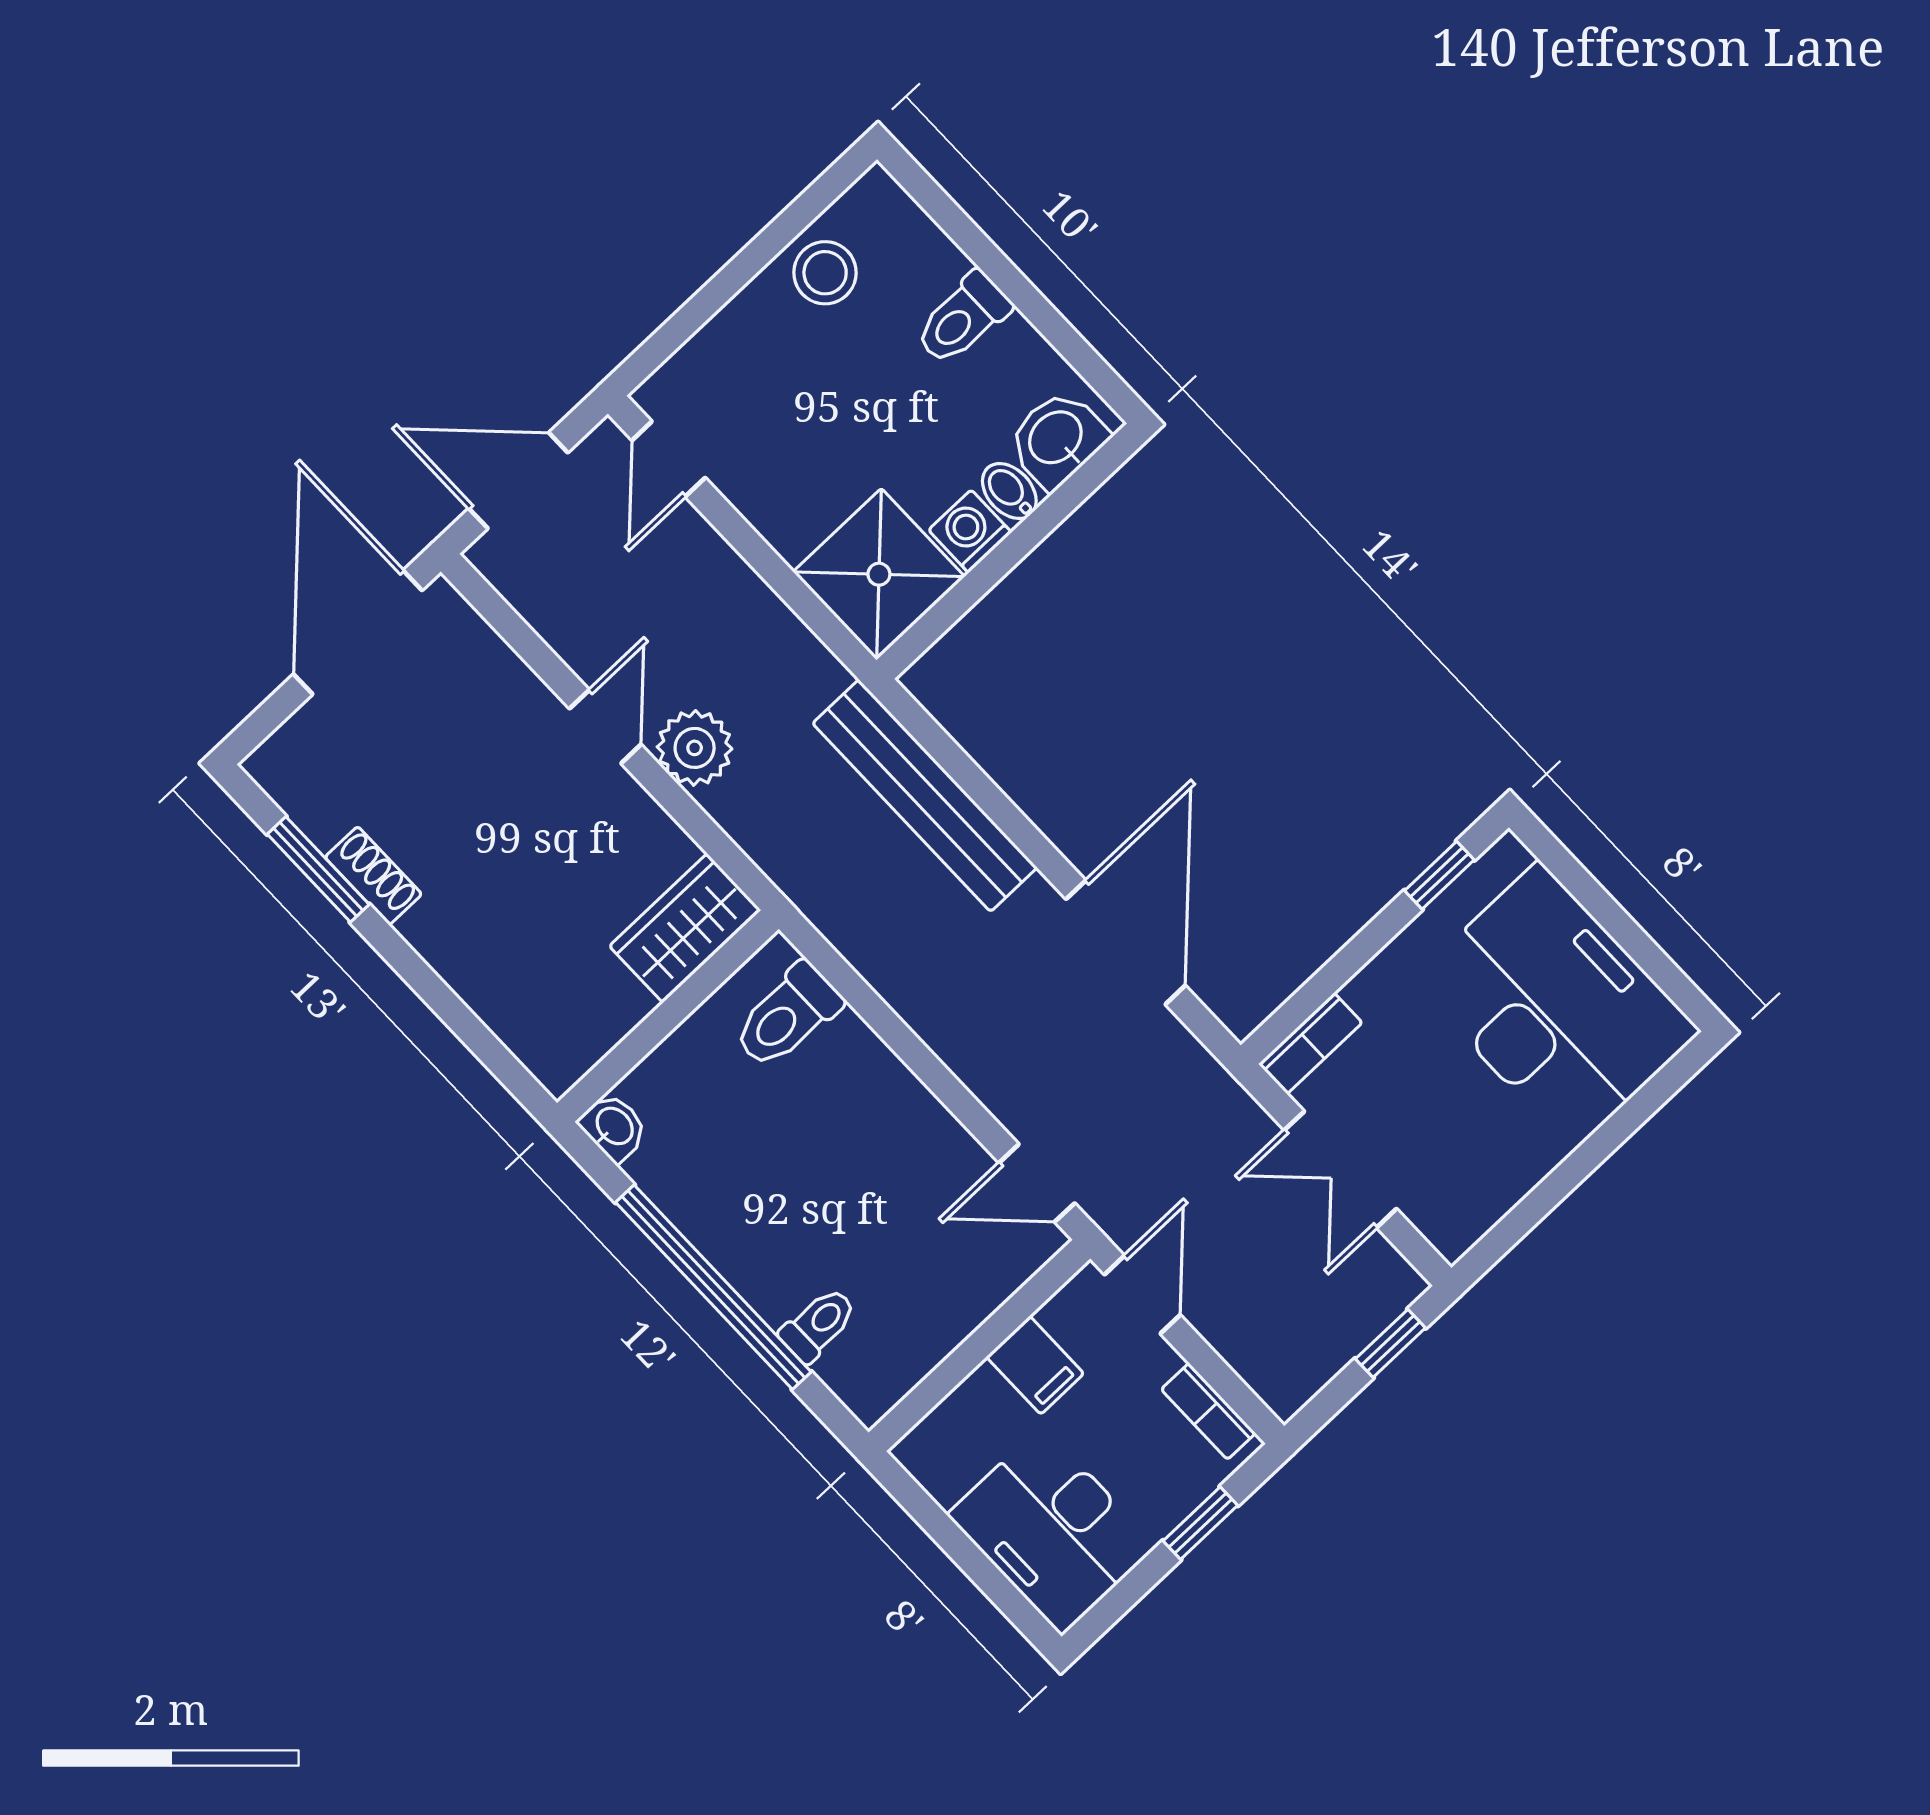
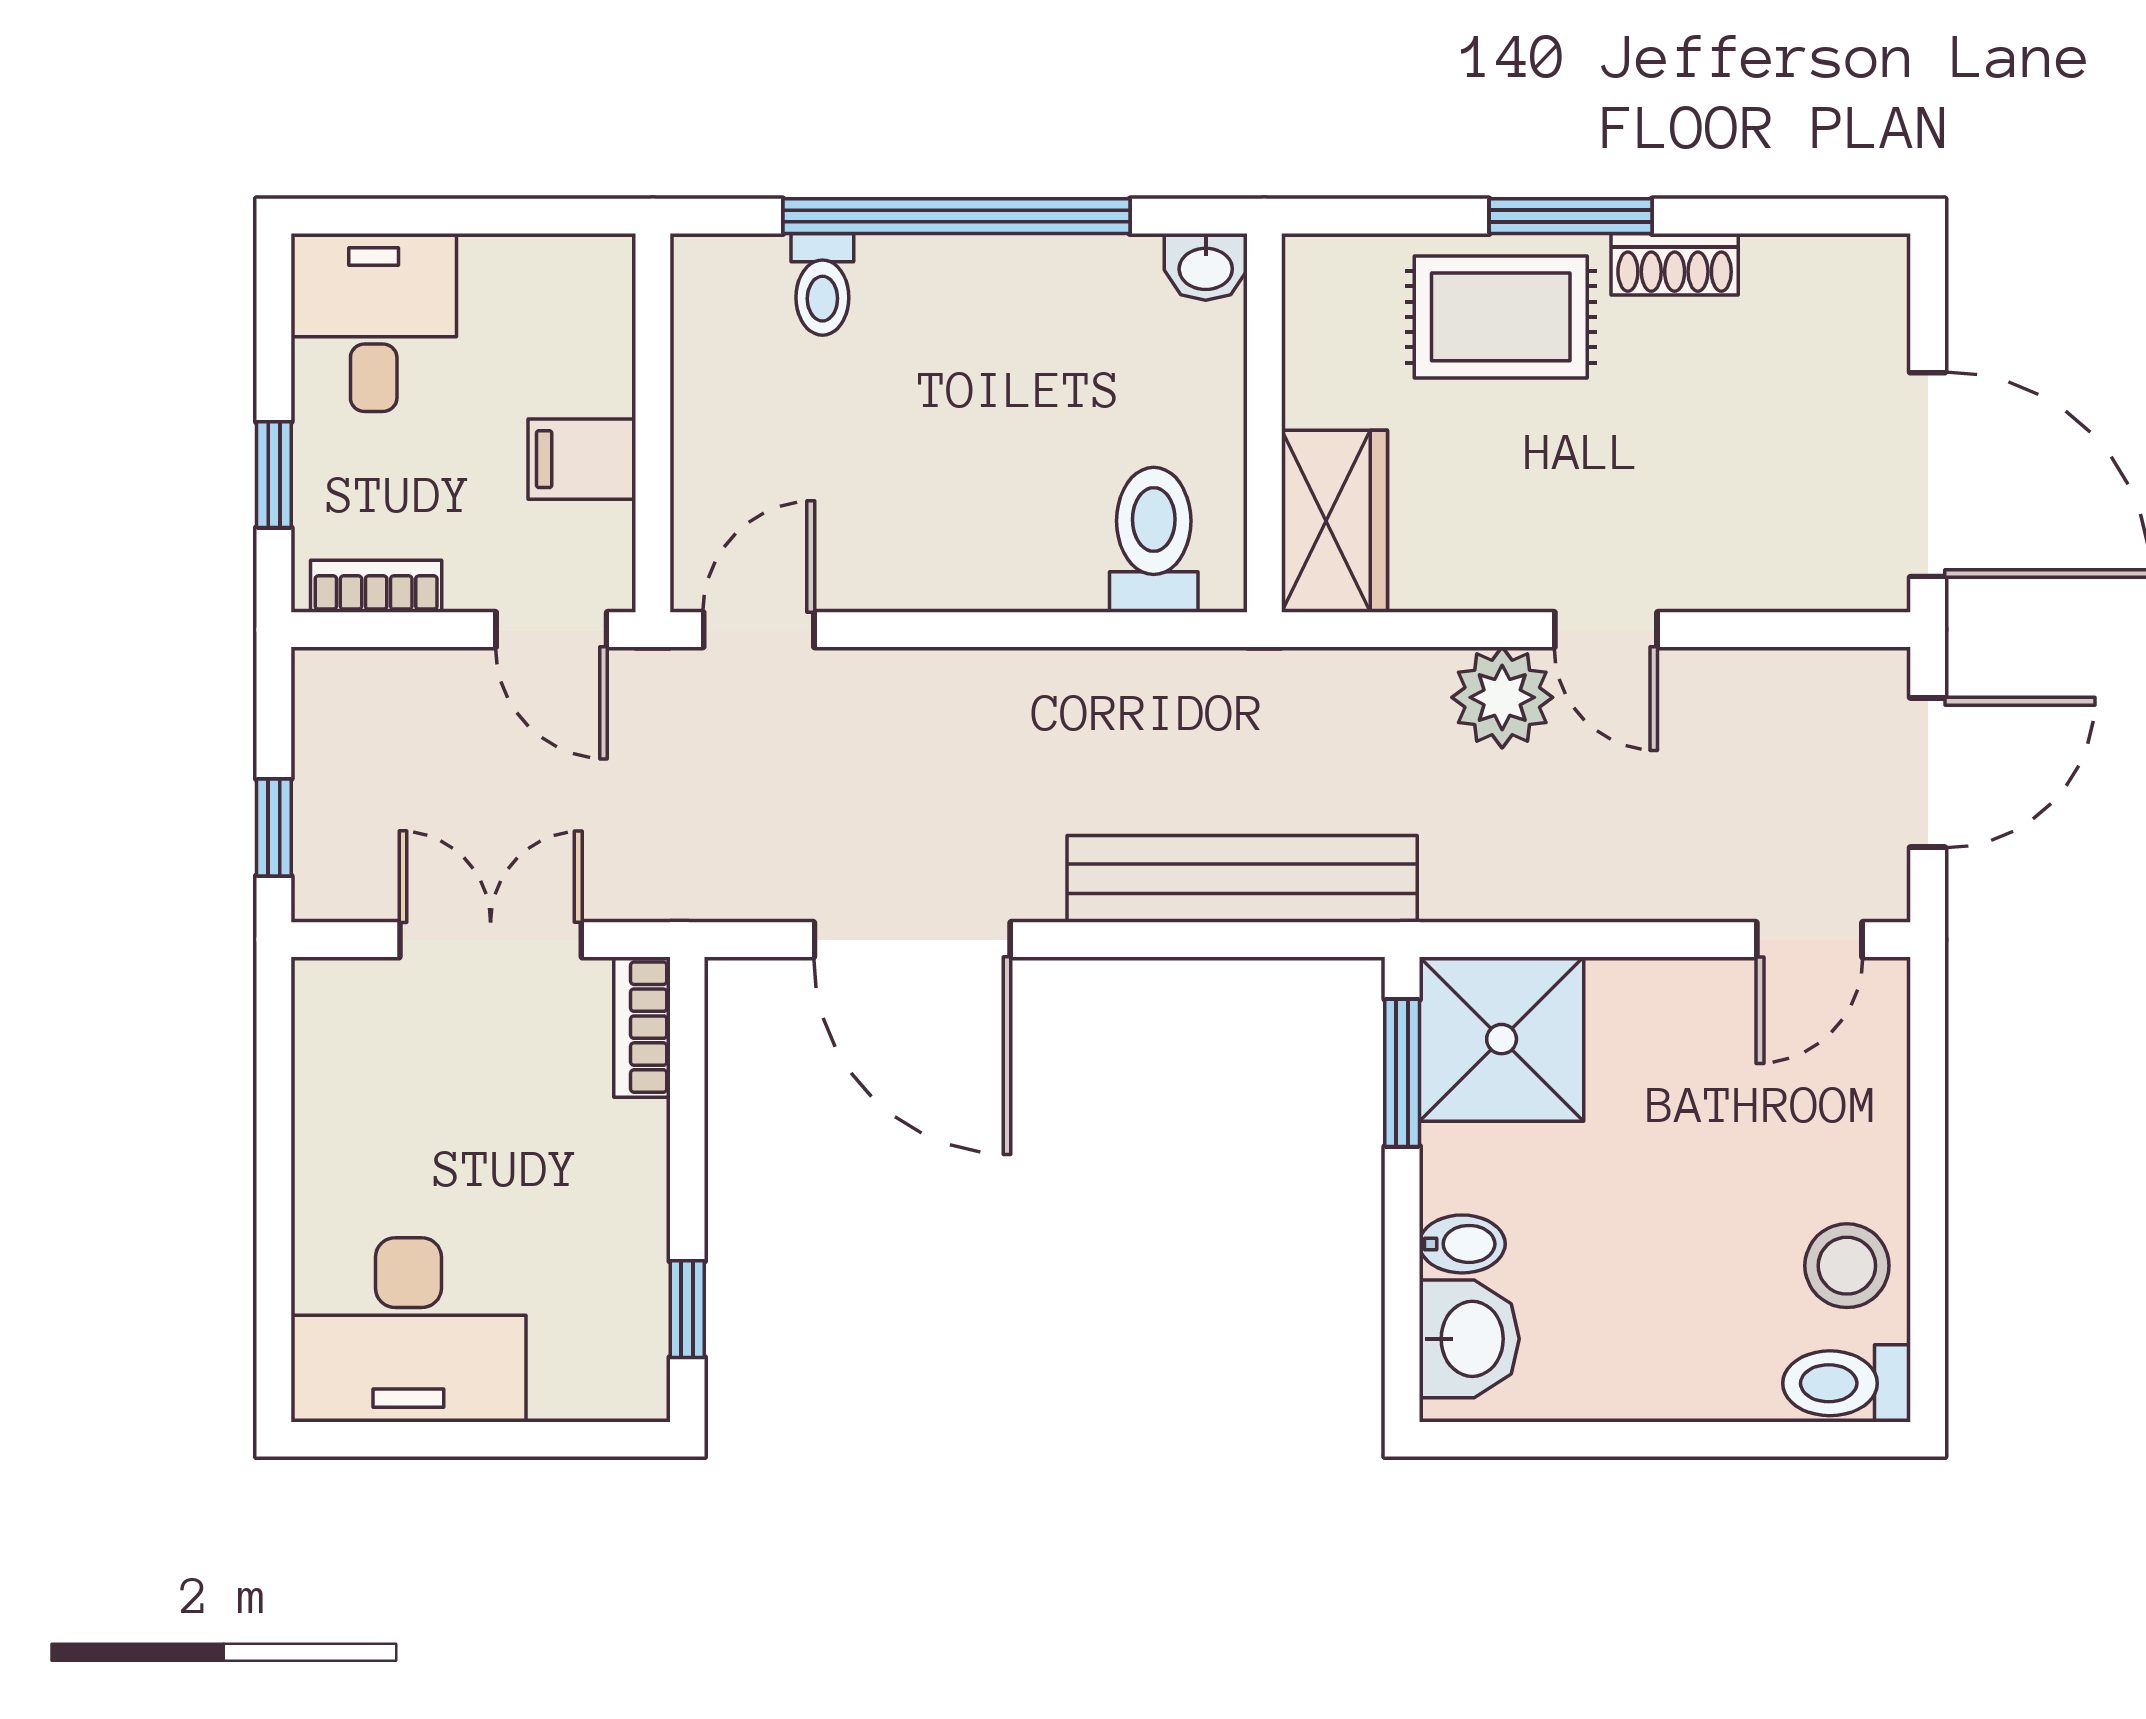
toilet: (963, 318) -> (1847, 1383), moved, turned -90
door: (669, 459) -> (1809, 940), swing flipped
washing machine: (970, 531) -> (1459, 1168), removed
window: (948, 611) -> (1402, 1073), added
window: (318, 869) -> (1571, 216), moved
rug: (490, 943) -> (1501, 317), added
desk: (1556, 1006) -> (408, 1330), width x0.73, depth x0.77
desk: (1052, 1530) -> (374, 322), width x0.73

